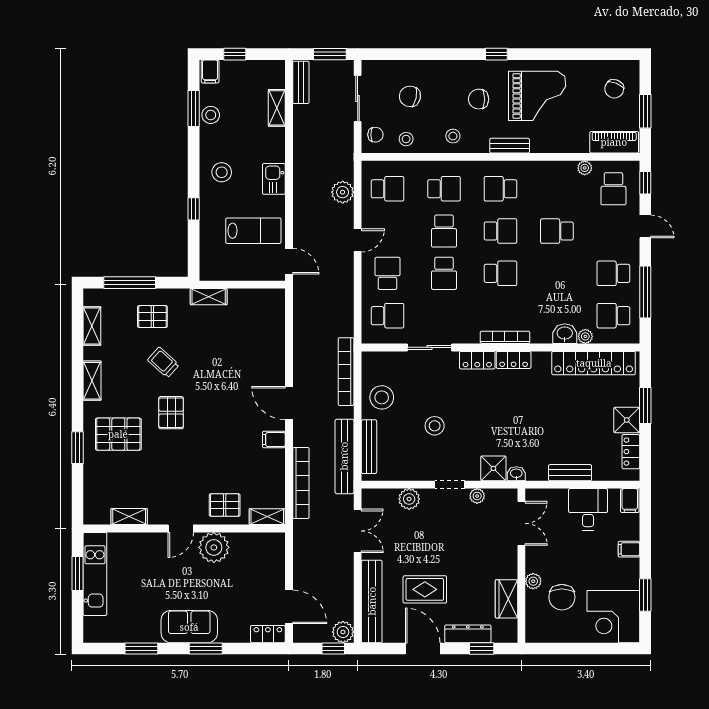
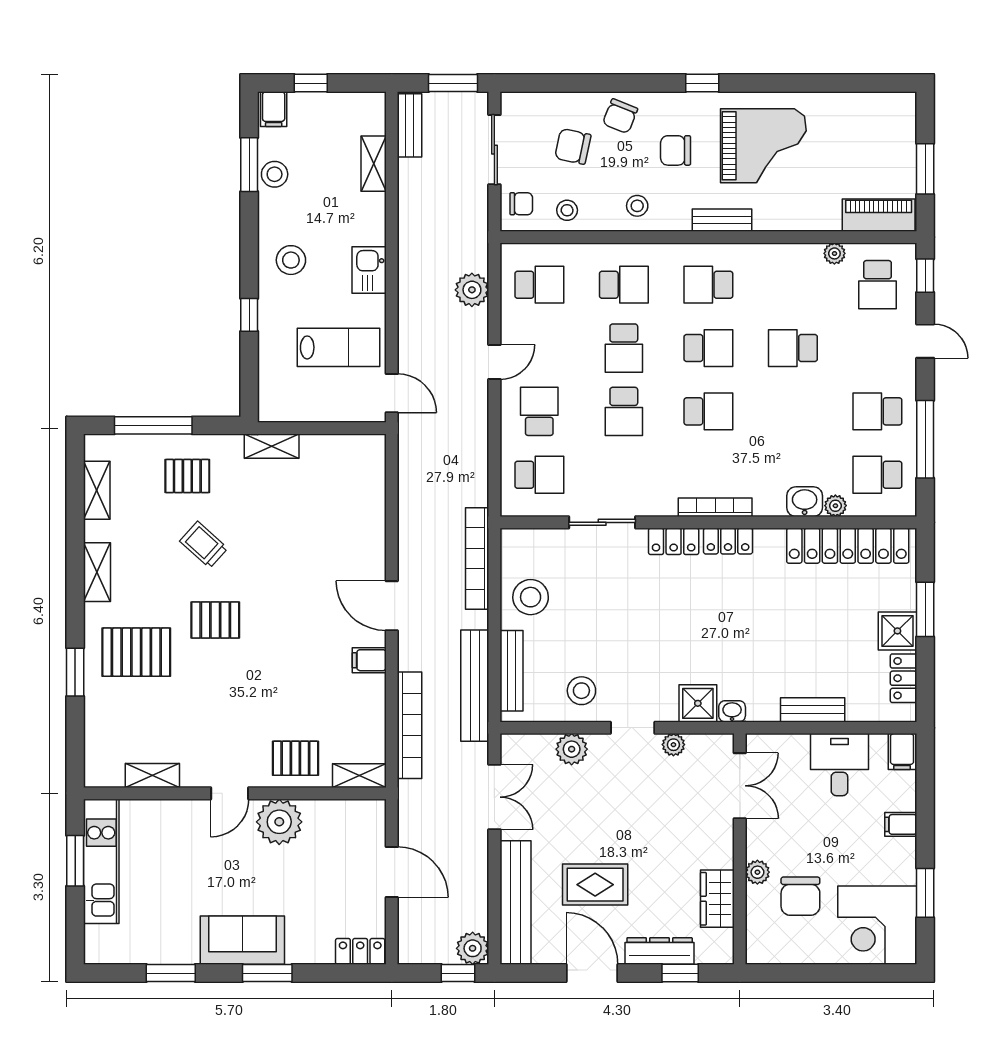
chair: (614, 89) -> (620, 116), moved
pallet: (171, 413) -> (215, 620), turned 90
stool: (435, 426) -> (581, 691), moved
door: (289, 607) -> (392, 872), moved

